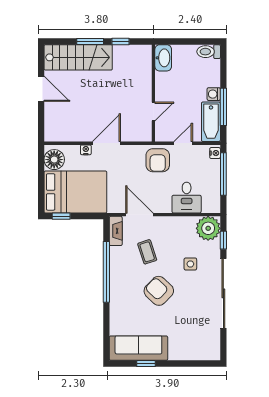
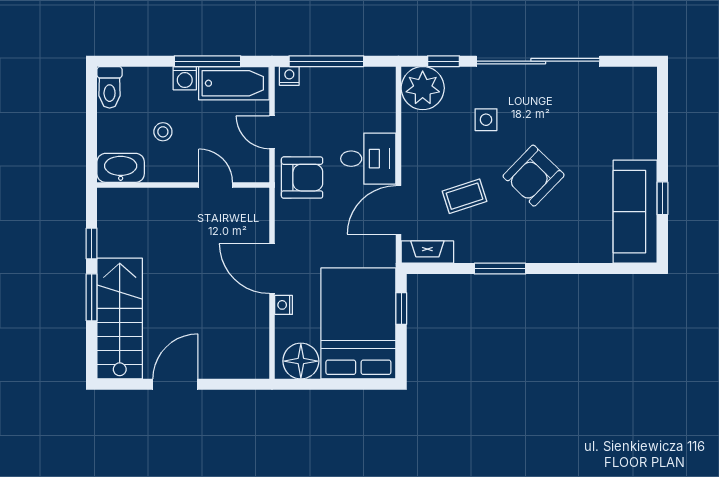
stool: (184, 82) -> (163, 132), added
desk: (187, 198) -> (368, 159), moved
window: (61, 216) -> (401, 309), moved
window: (106, 272) -> (500, 269), width x0.47

